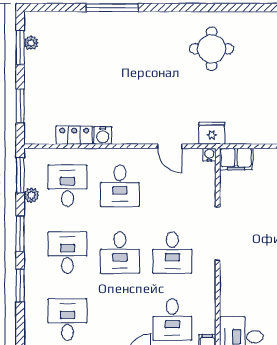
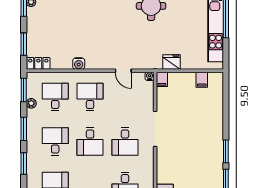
fridge: (212, 133) -> (171, 62), moved
locker: (74, 135) -> (38, 63), moved
filing cabinet: (236, 159) -> (162, 79), width x0.50
desk: (120, 186) -> (90, 97), turned 180

